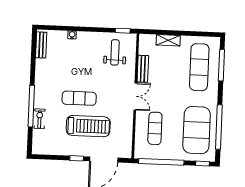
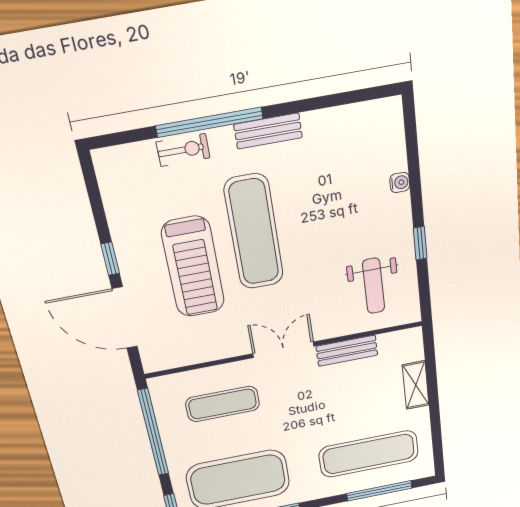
window: (123, 31) -> (420, 243), moved
bench: (41, 45) -> (268, 131), moved
weight bench: (115, 52) -> (374, 286), turned 90
double door: (135, 96) -> (283, 350), swing flipped
exercise mat: (79, 98) -> (254, 232), width x1.36, depth x1.45

